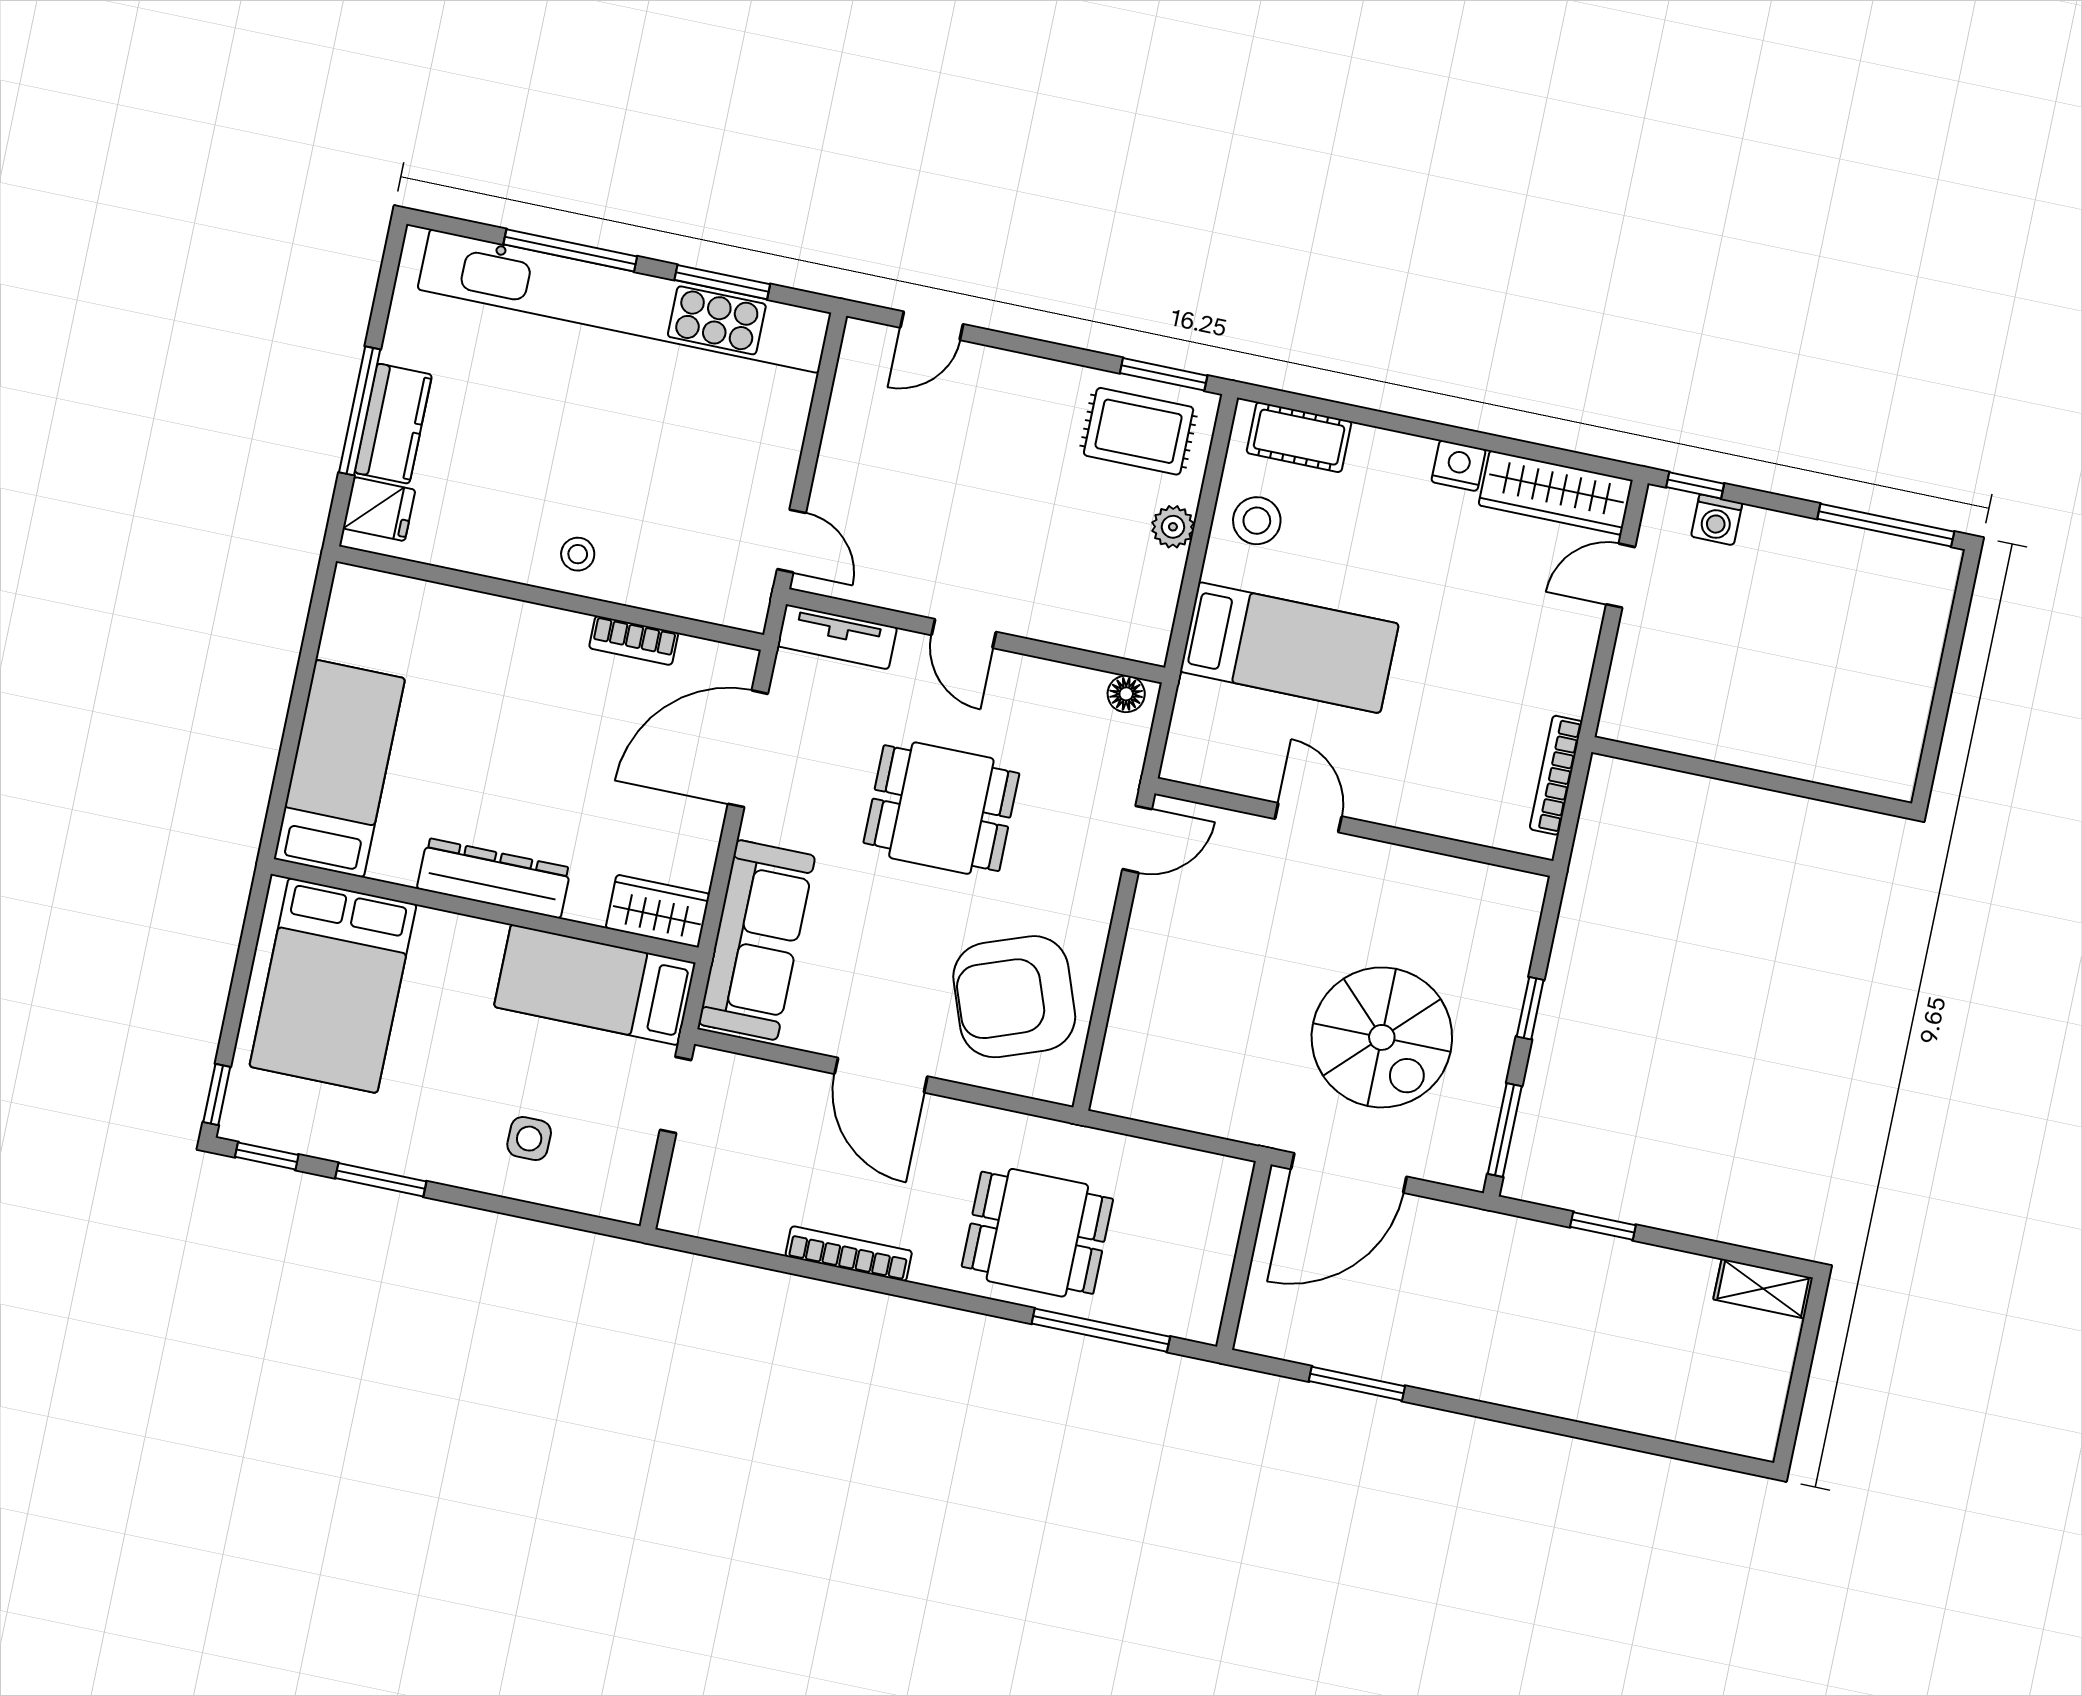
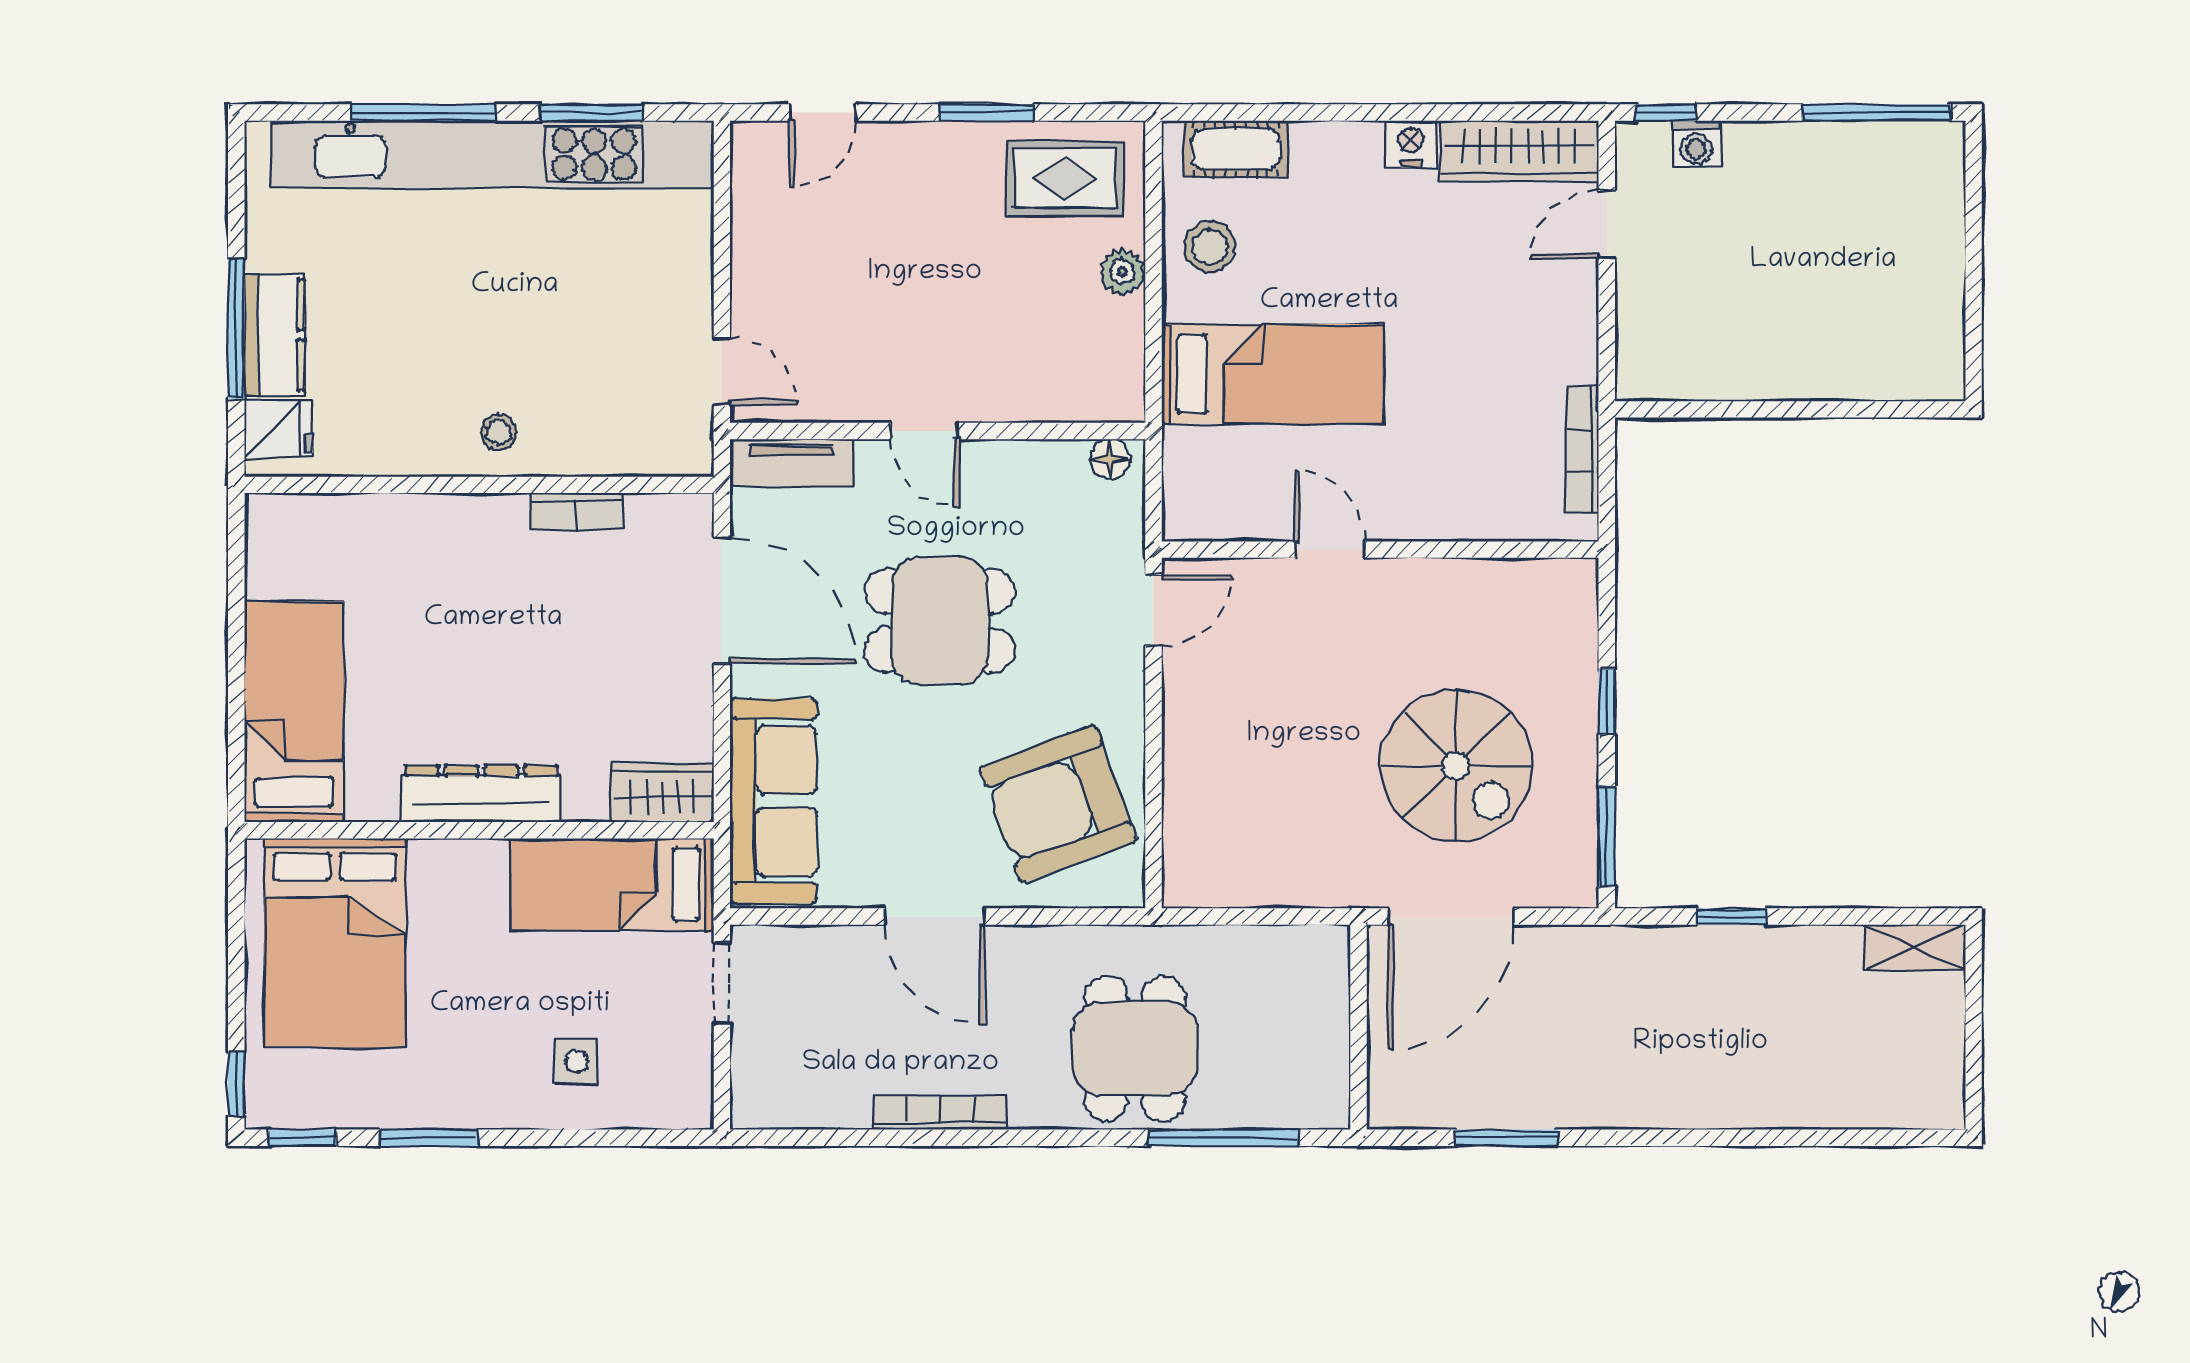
window: (1164, 374) -> (987, 113), moved
door: (748, 749) -> (722, 601), swing flipped
dining table: (1037, 1233) -> (1135, 1049), turned 90

